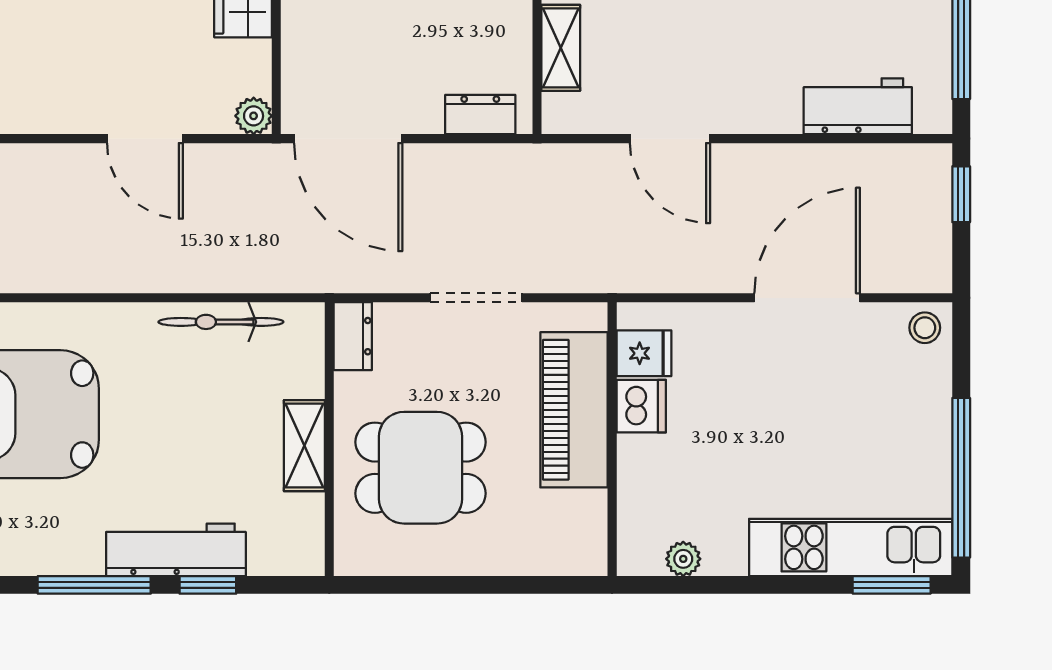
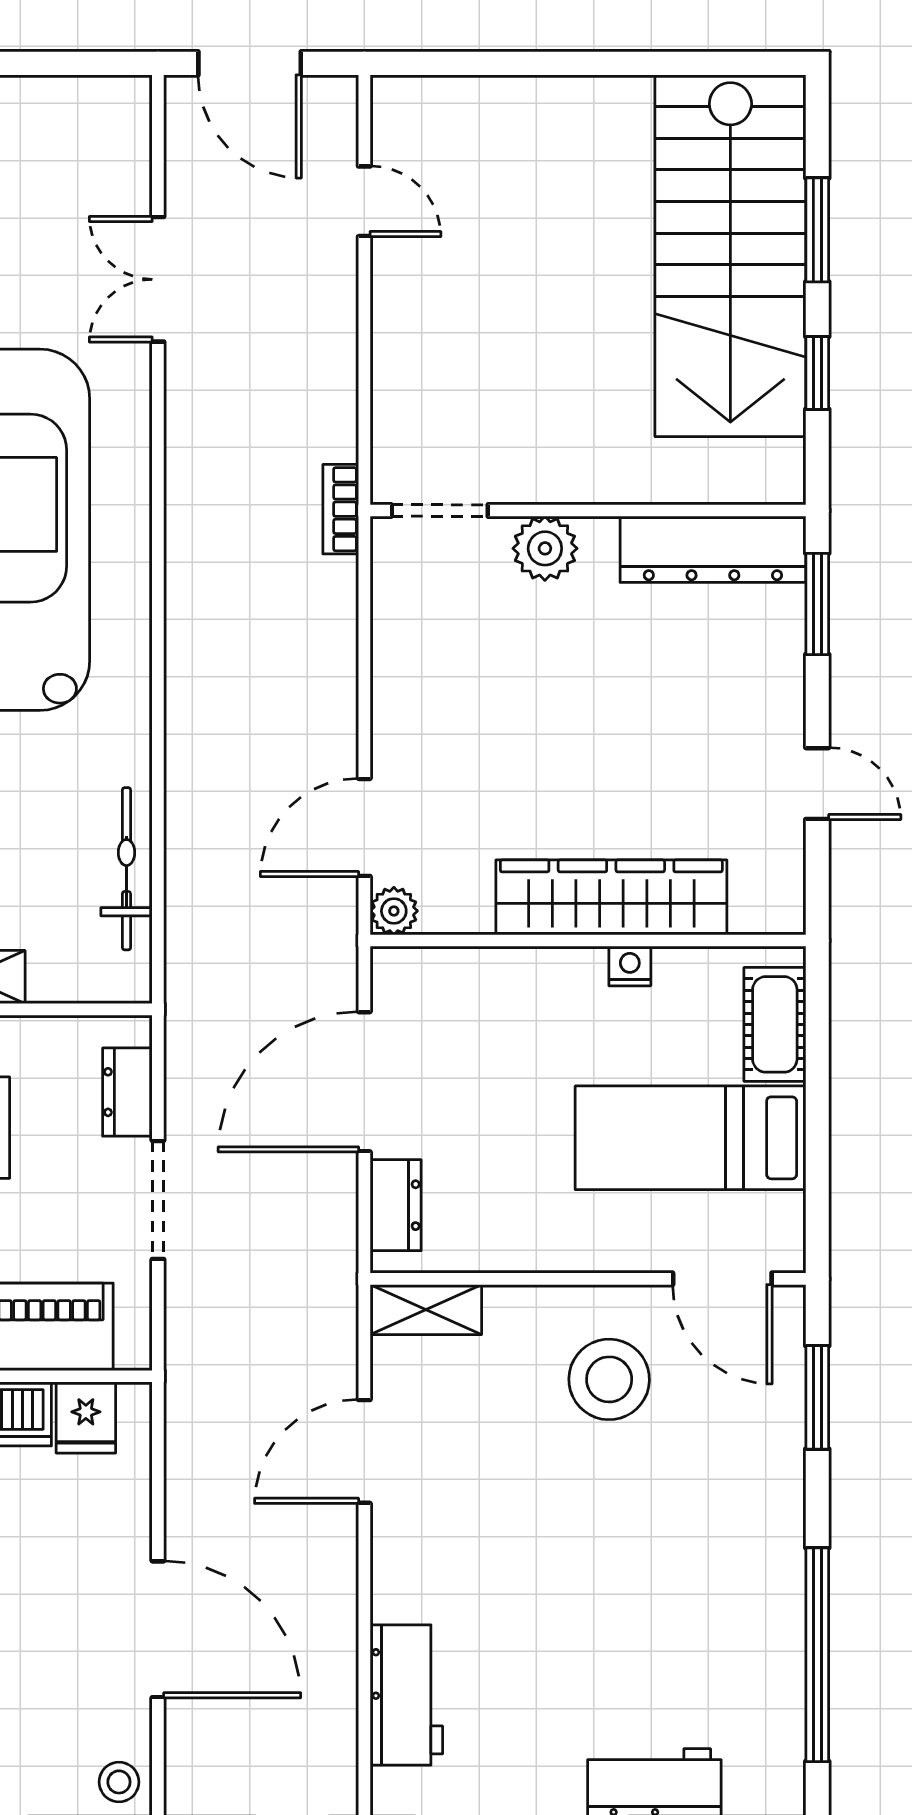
shelving: (561, 48) -> (426, 1310), moved
door: (145, 139) -> (364, 827), moved
door: (348, 139) -> (364, 1082), moved
dresser: (353, 336) -> (127, 1092), moved, turned 90

